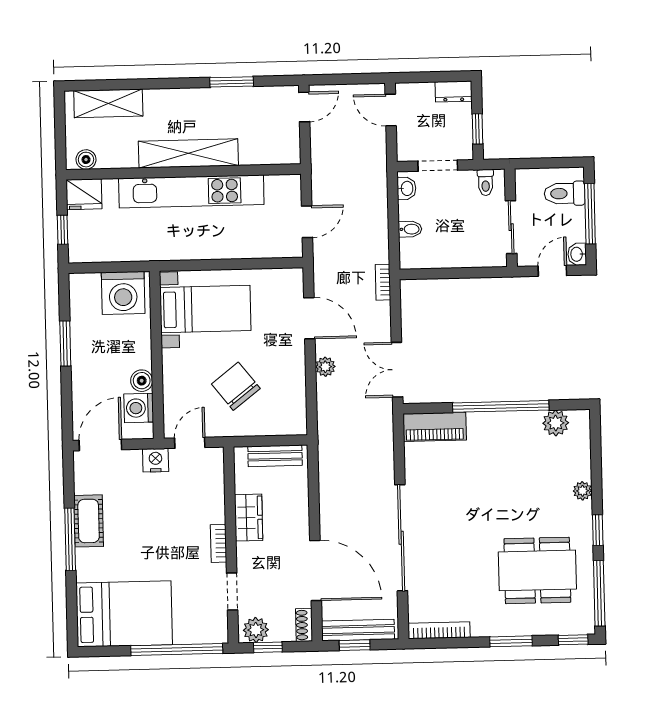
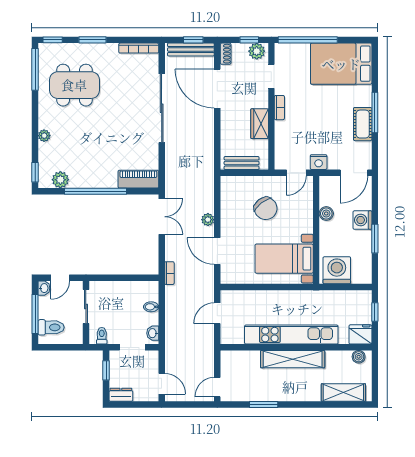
washing machine: (139, 408) -> (362, 220), moved, turned 180
window: (598, 530) -> (35, 172), moved

